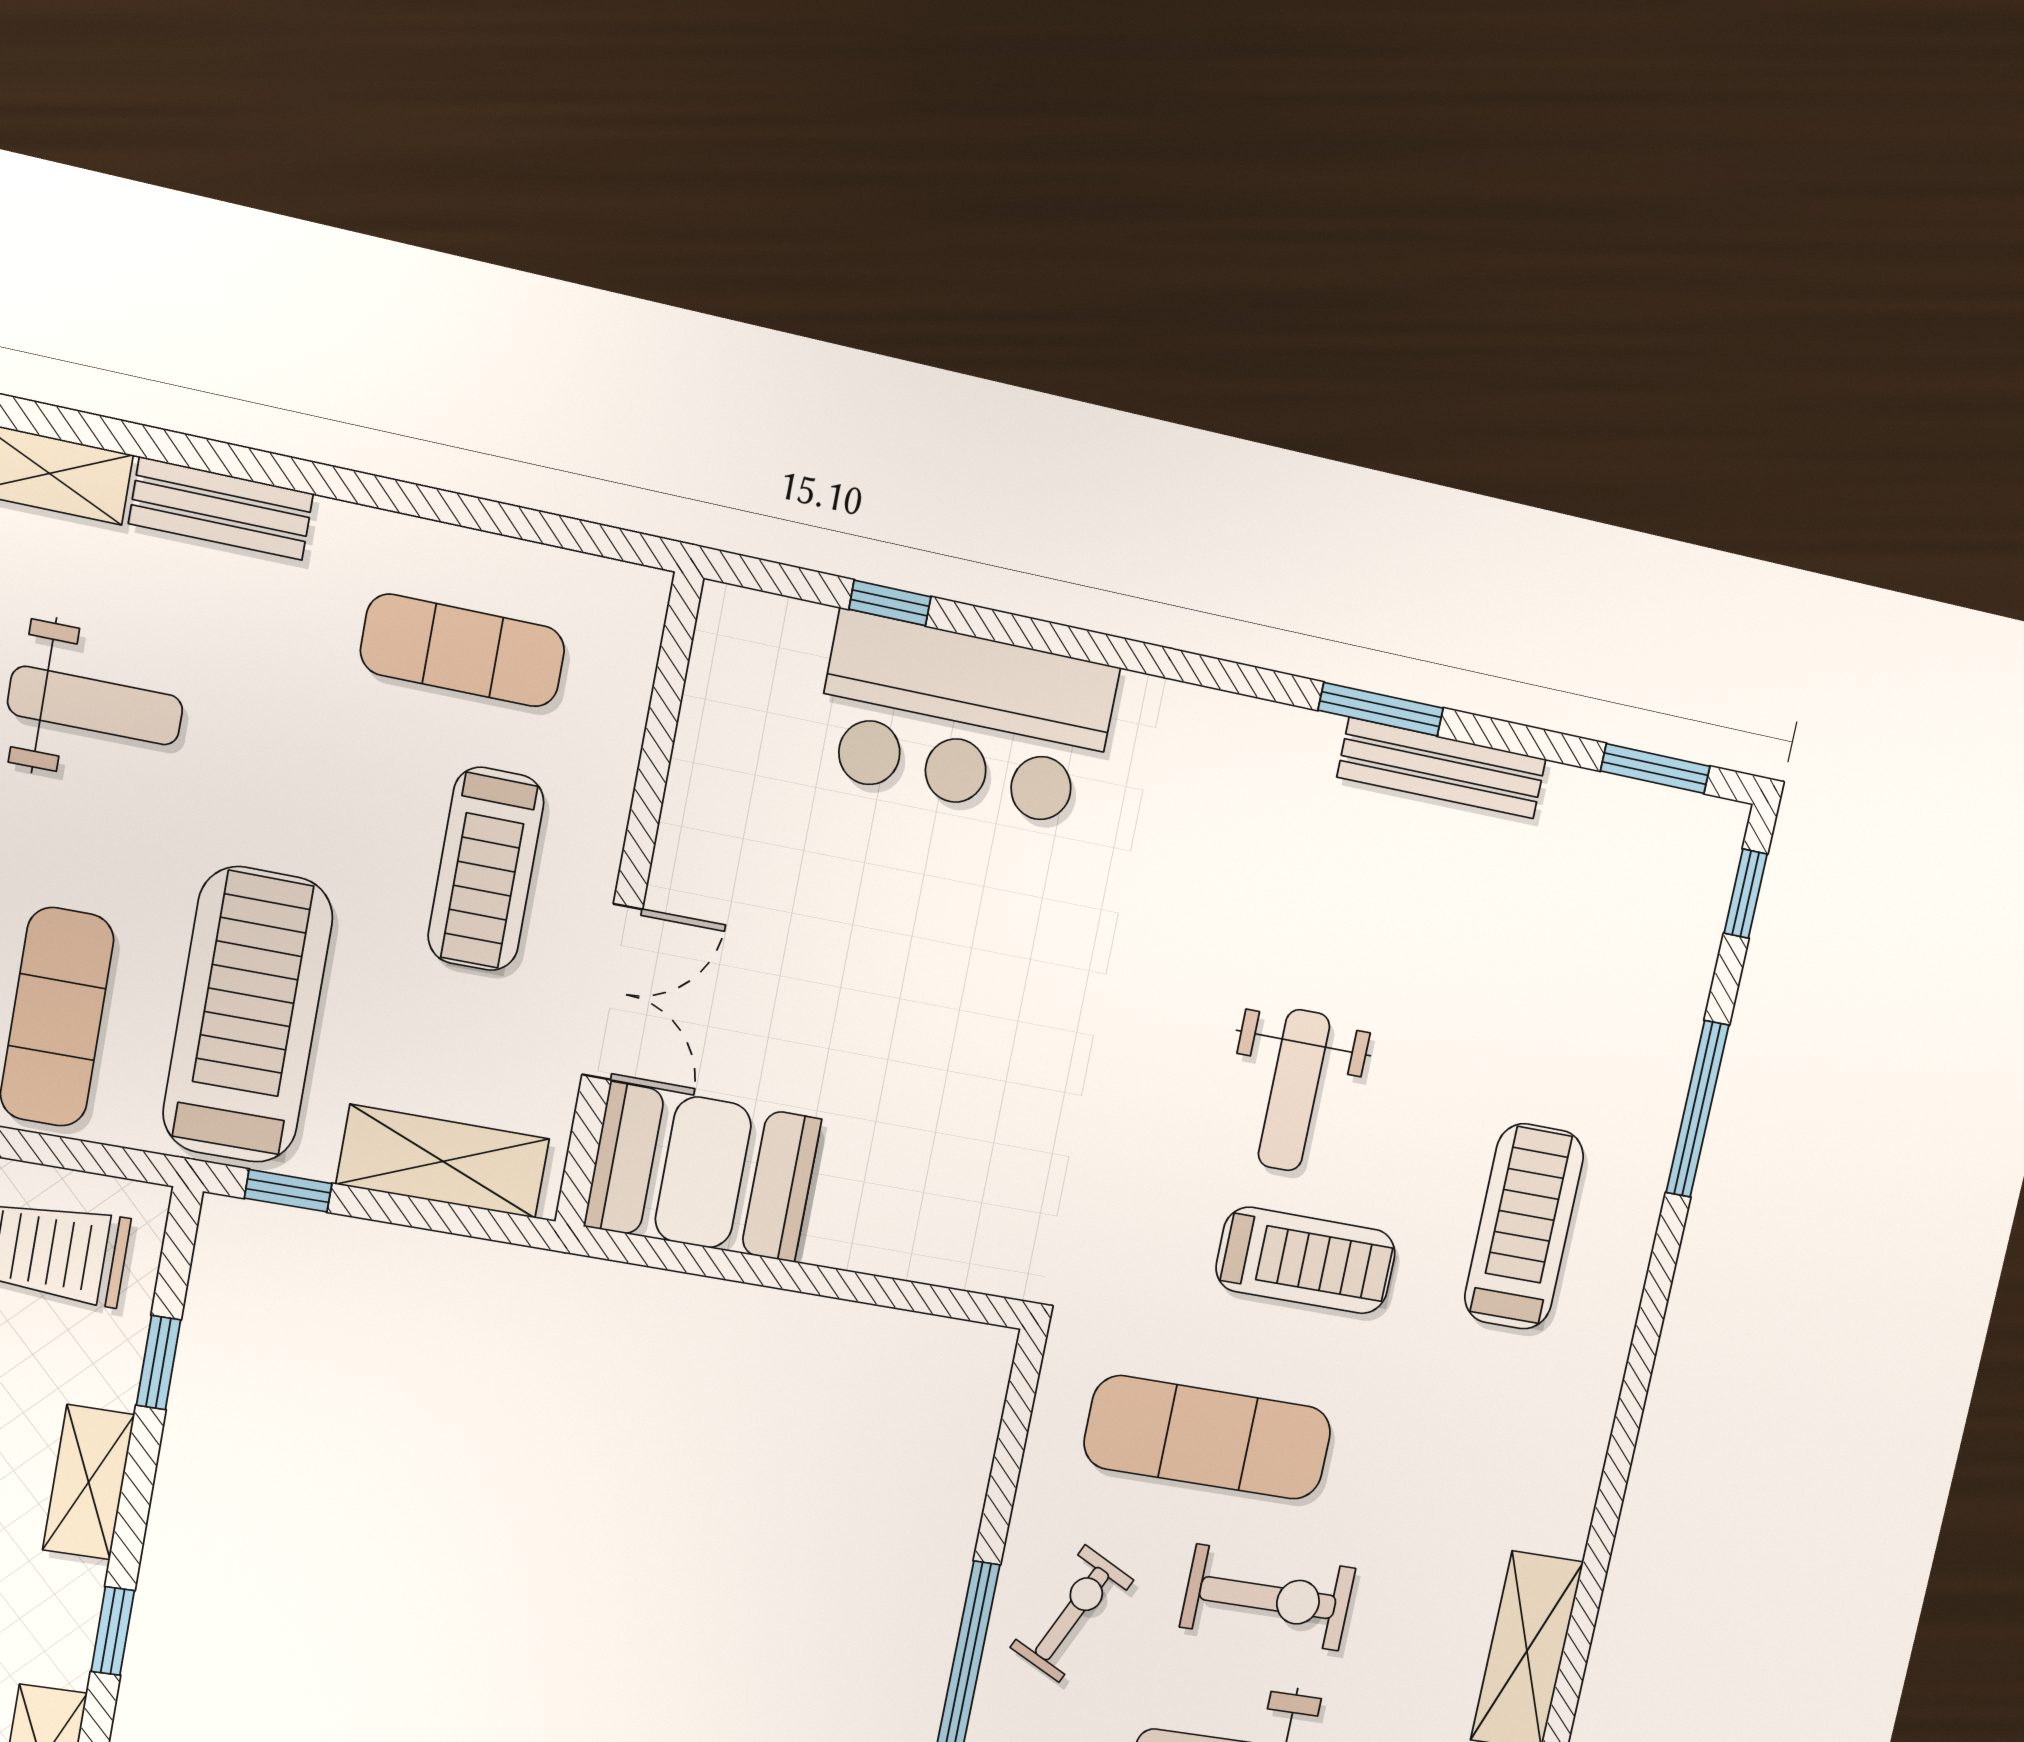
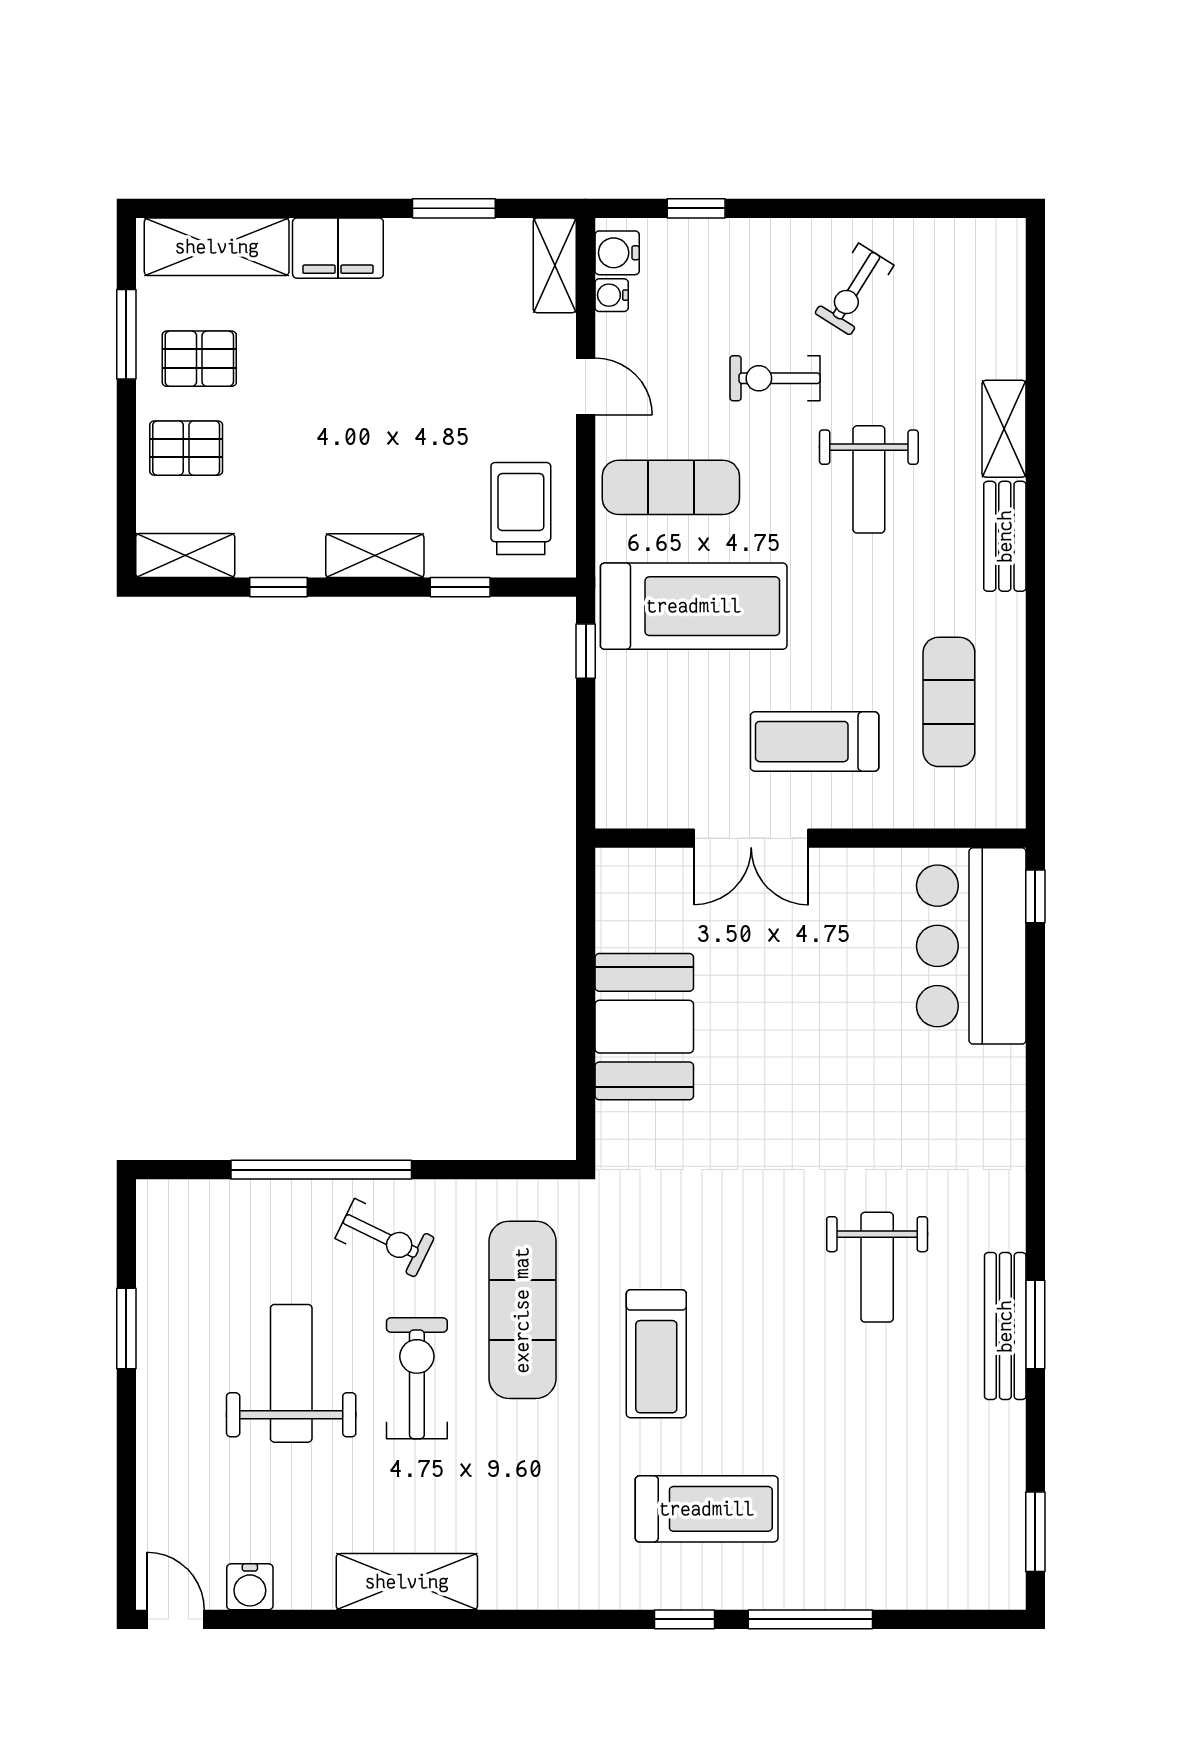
window: (890, 603) -> (1035, 896), moved
bar counter: (966, 720) -> (971, 946), moved
bench: (1442, 768) -> (1005, 1326), moved
window: (1746, 894) -> (684, 1619), moved
weight bench: (1294, 1090) -> (877, 1267), moved, turned -90
shelving: (443, 1161) -> (622, 748), removed
booth: (703, 1172) -> (644, 1027), moved
exercise bike: (1268, 1598) -> (417, 1378), turned 180

